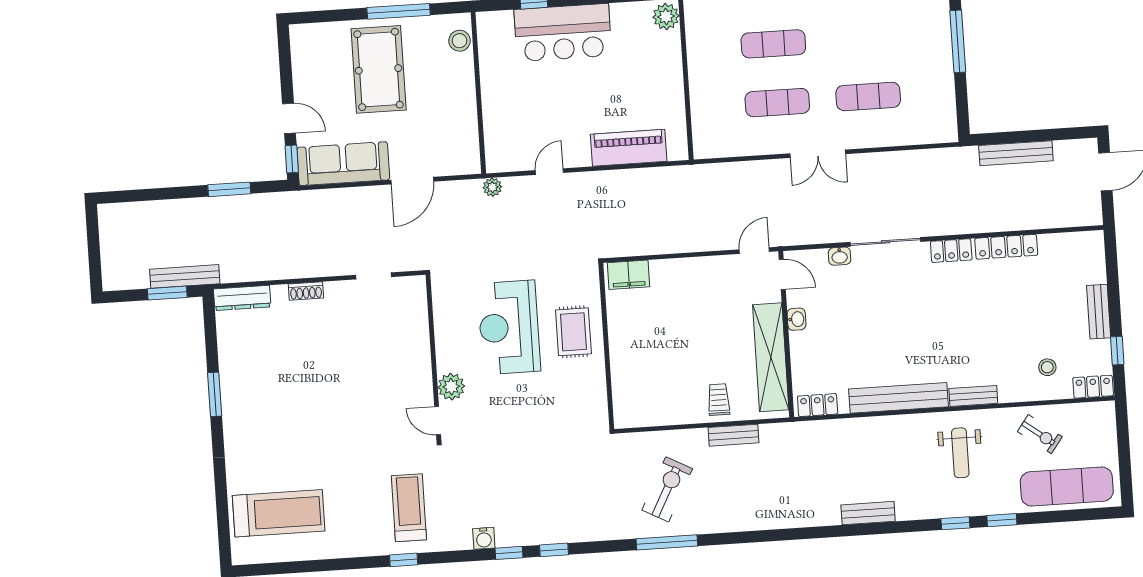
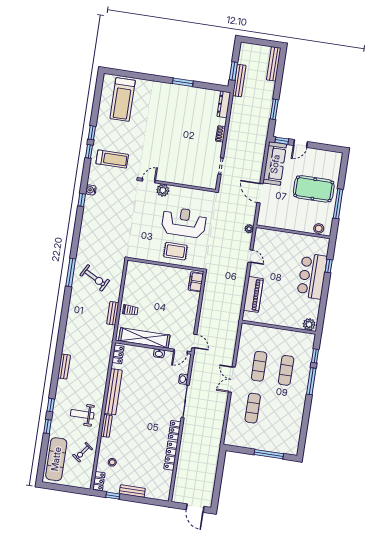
bench: (1016, 153) -> (274, 64), moved
window: (554, 550) -> (92, 133), moved

